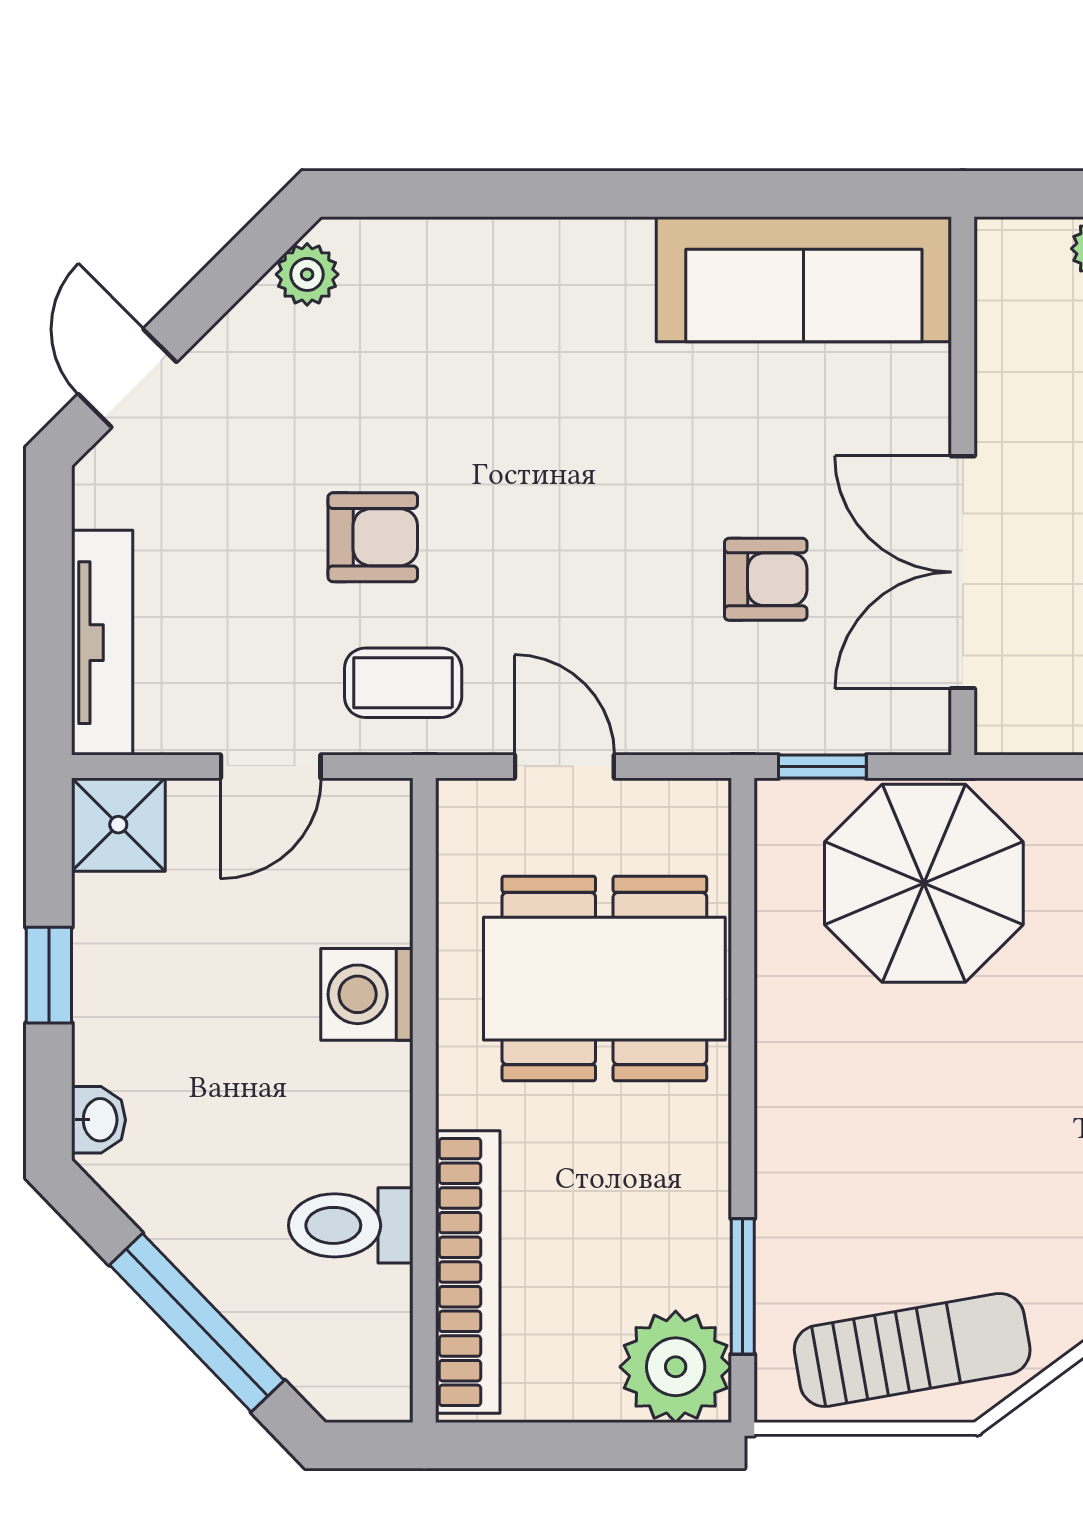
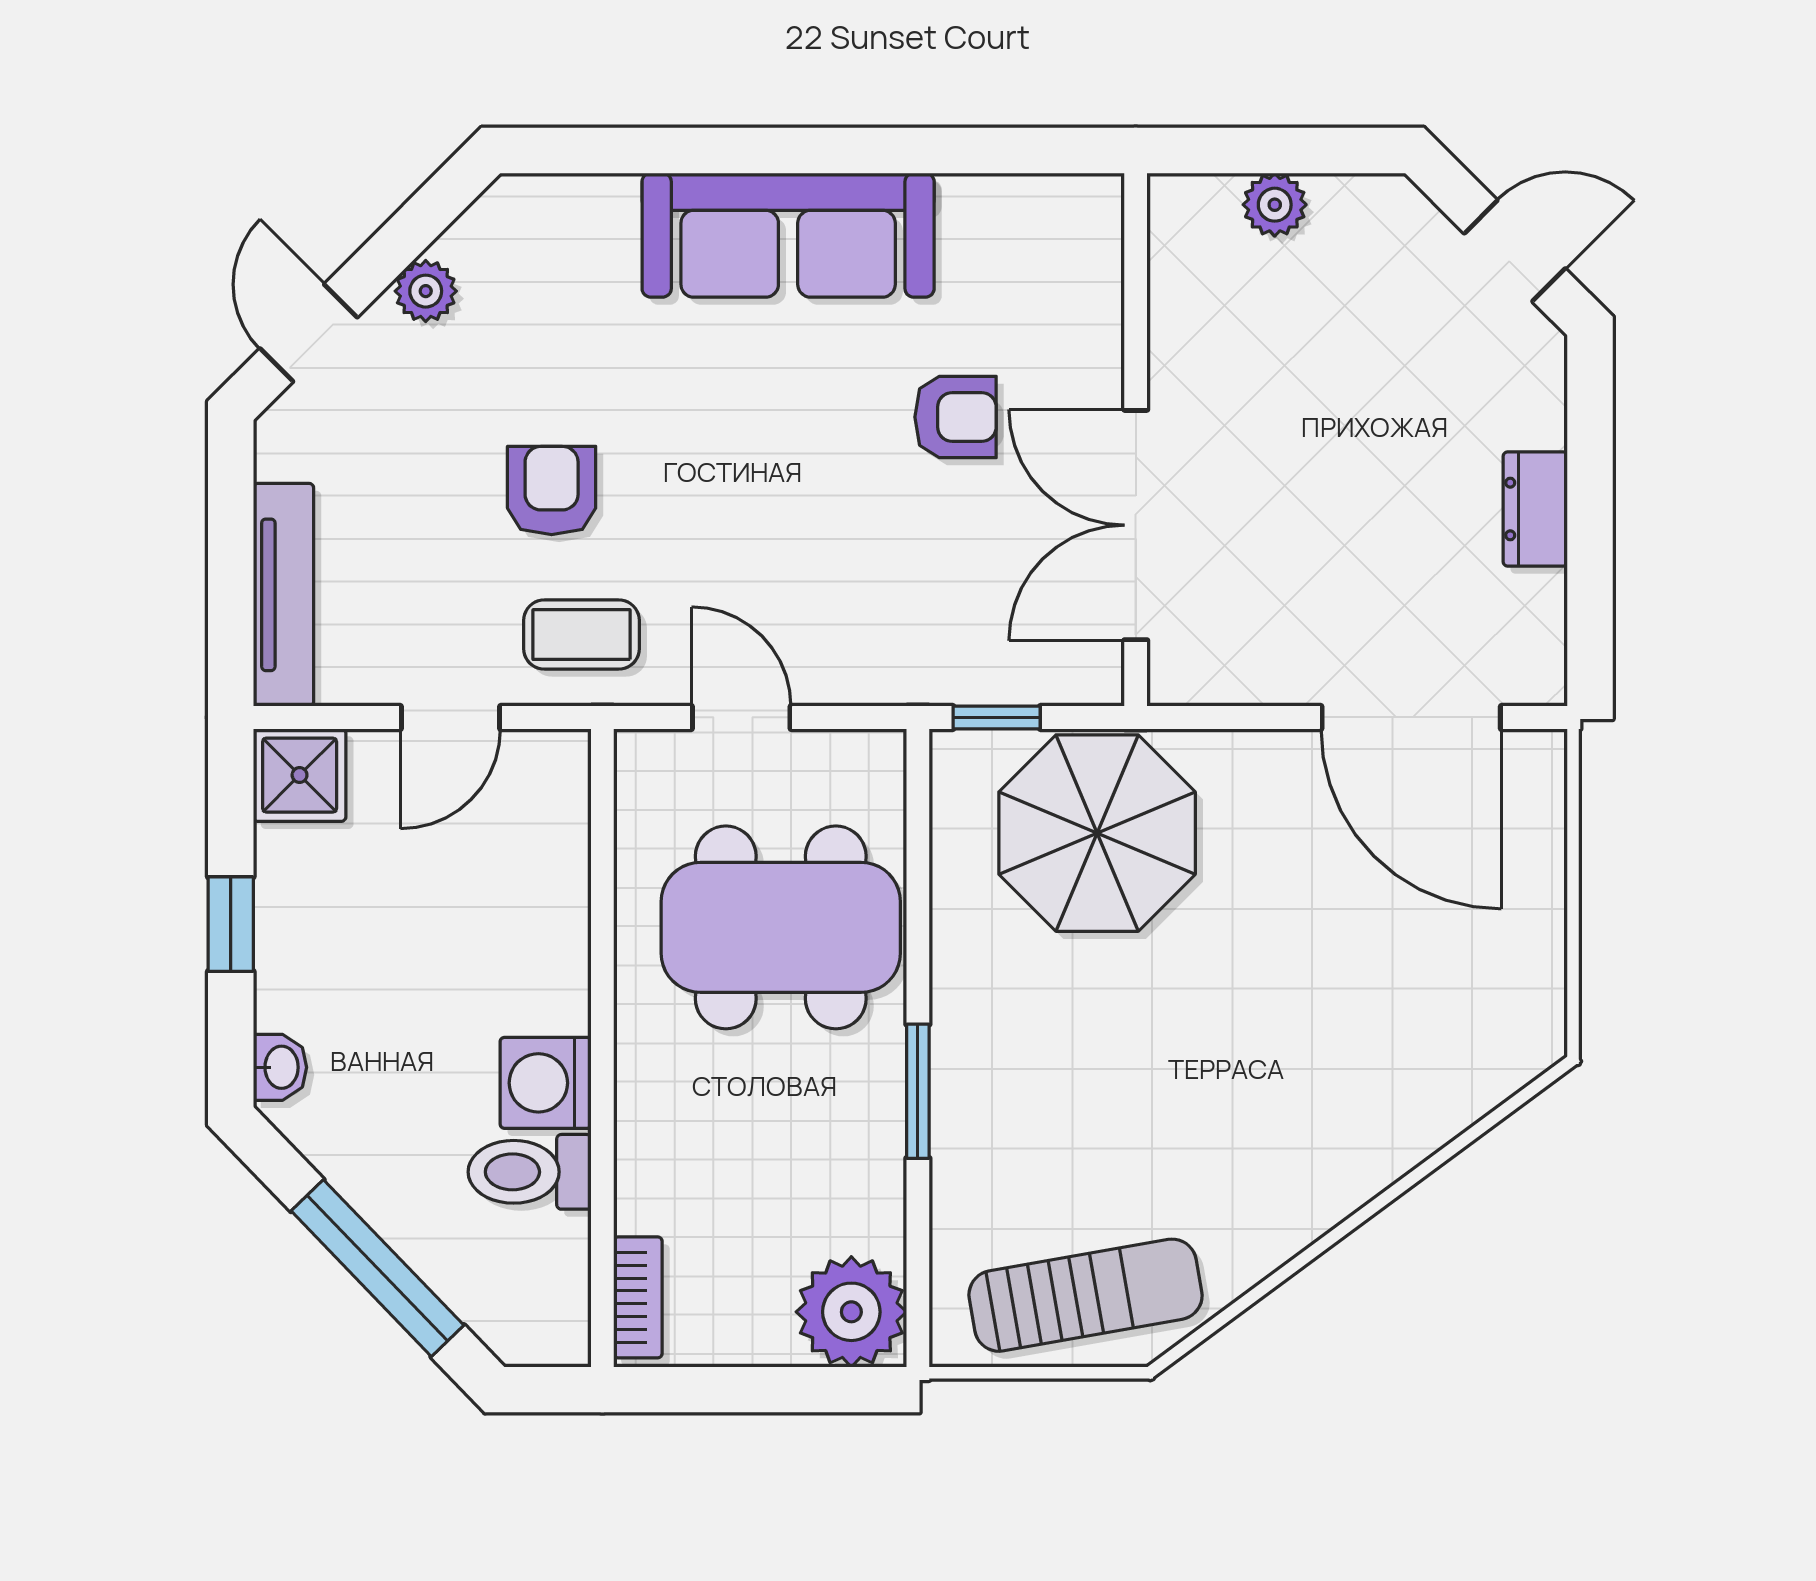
plant: (307, 274) -> (426, 291), moved
sofa: (804, 279) -> (788, 235), moved
armchair: (373, 537) -> (552, 491), turned -90
armchair: (766, 579) -> (956, 417), moved
washing machine: (367, 994) -> (546, 1083), moved
bookcase: (468, 1272) -> (638, 1297), width x0.43, depth x0.76
window: (743, 1286) -> (918, 1091), moved

